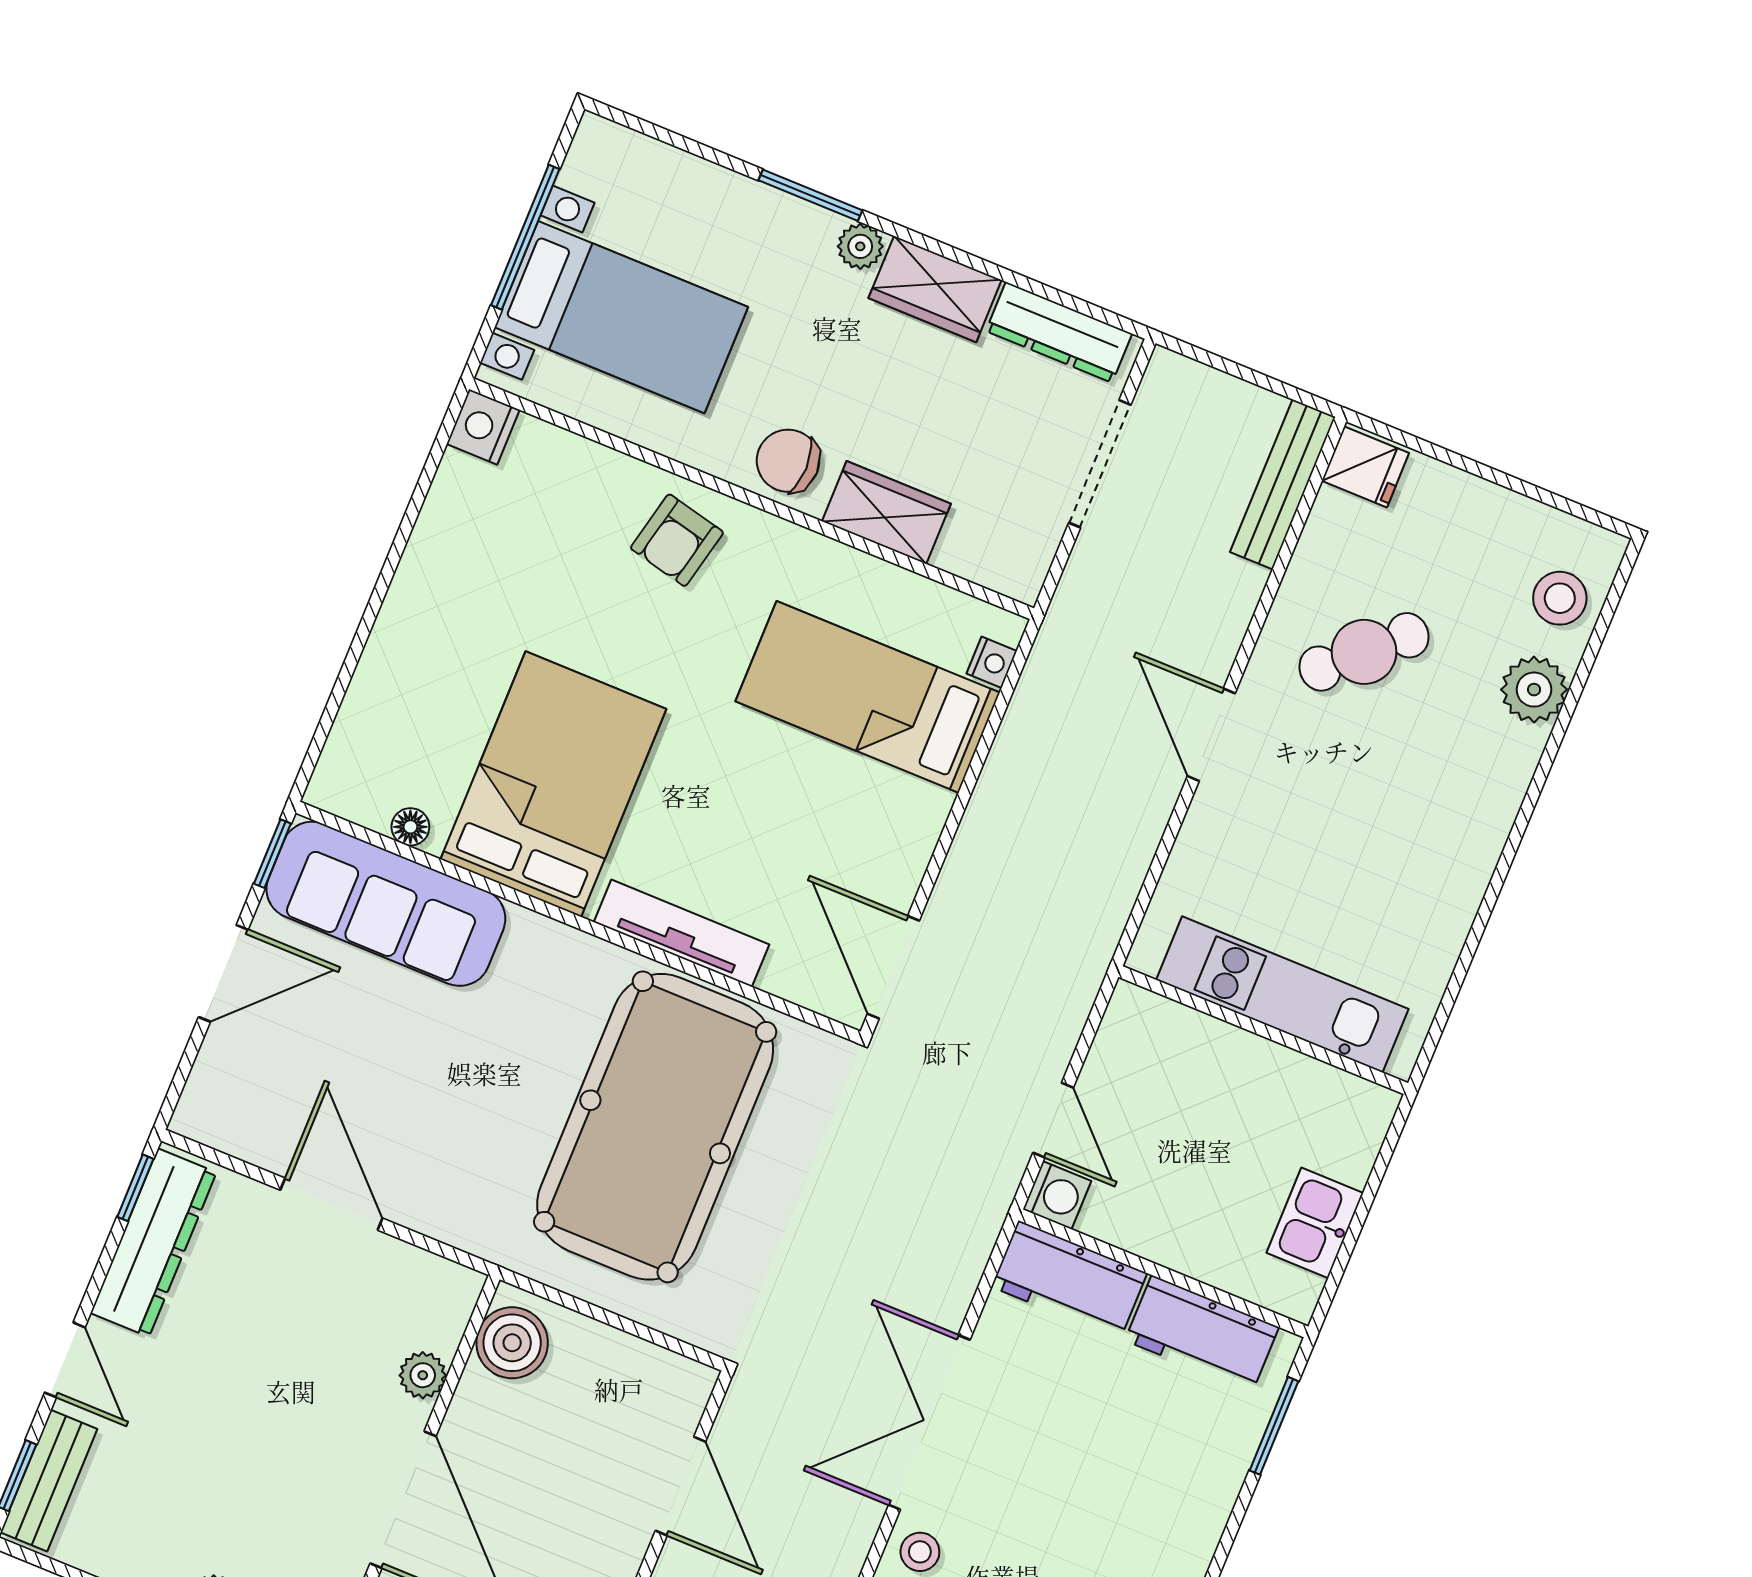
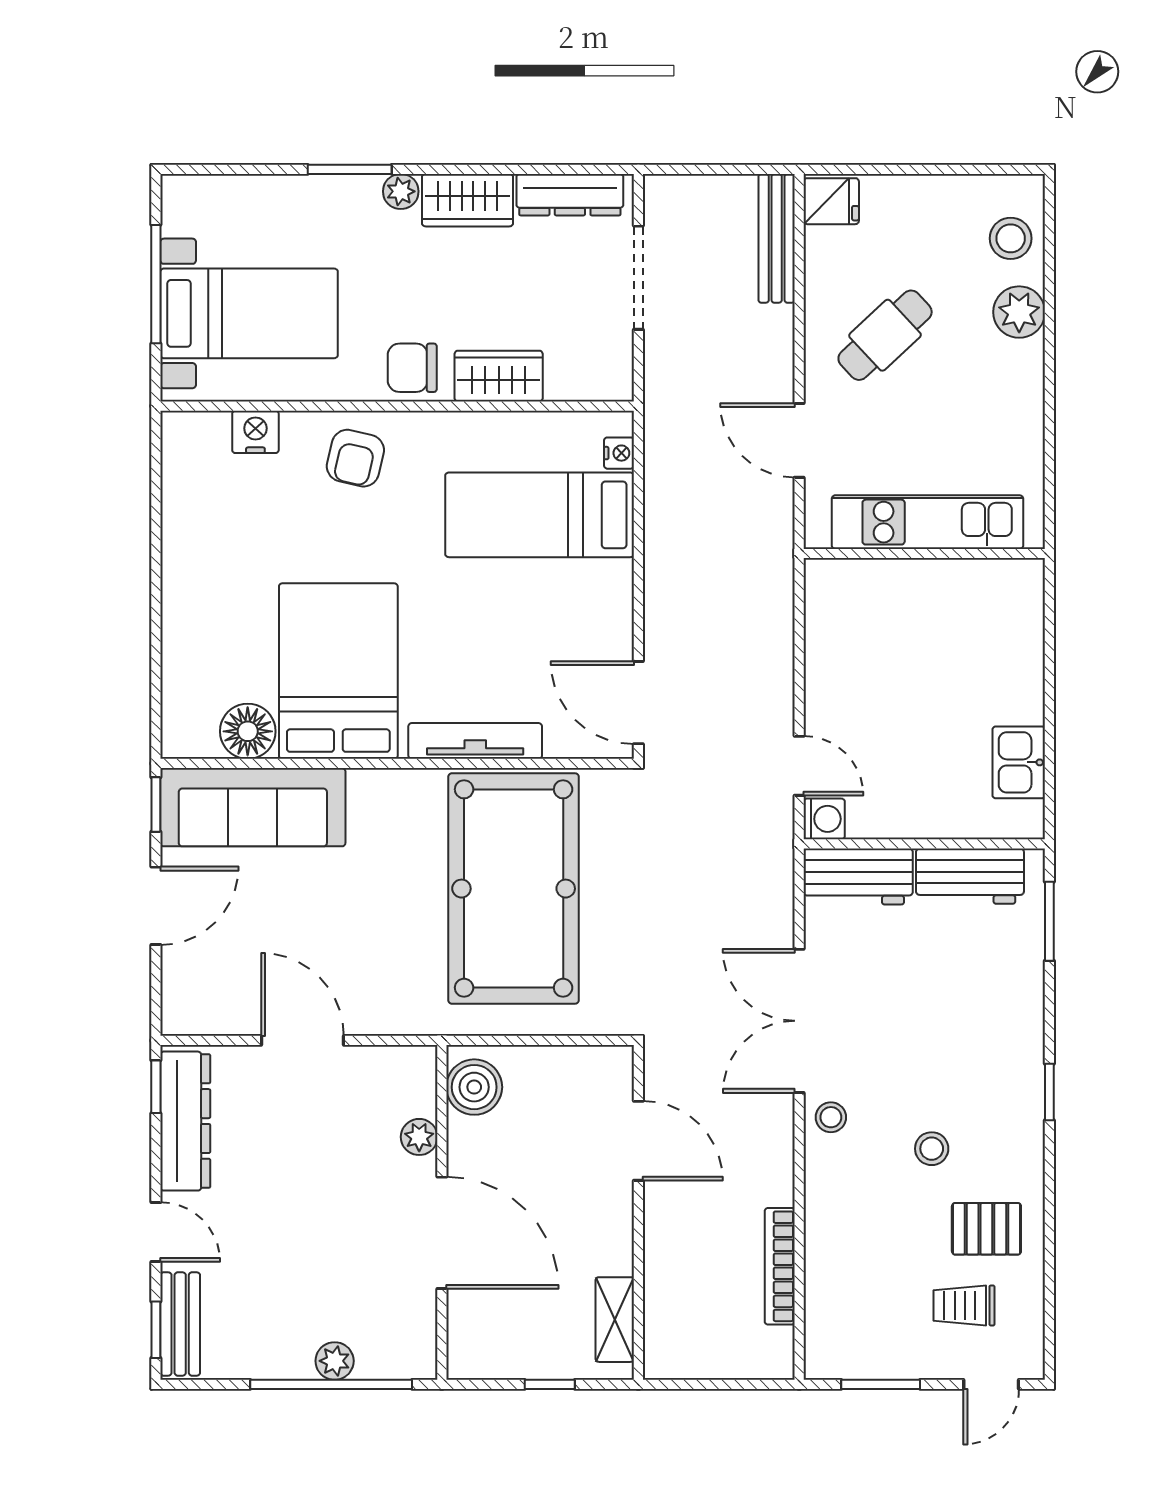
nightstand: (483, 427) -> (255, 432), moved, turned 90
floor lamp: (410, 827) -> (248, 731), width x1.89, depth x1.89
kitchen unit: (1282, 994) -> (928, 522), moved
wall: (1263, 1030) -> (924, 553), moved

